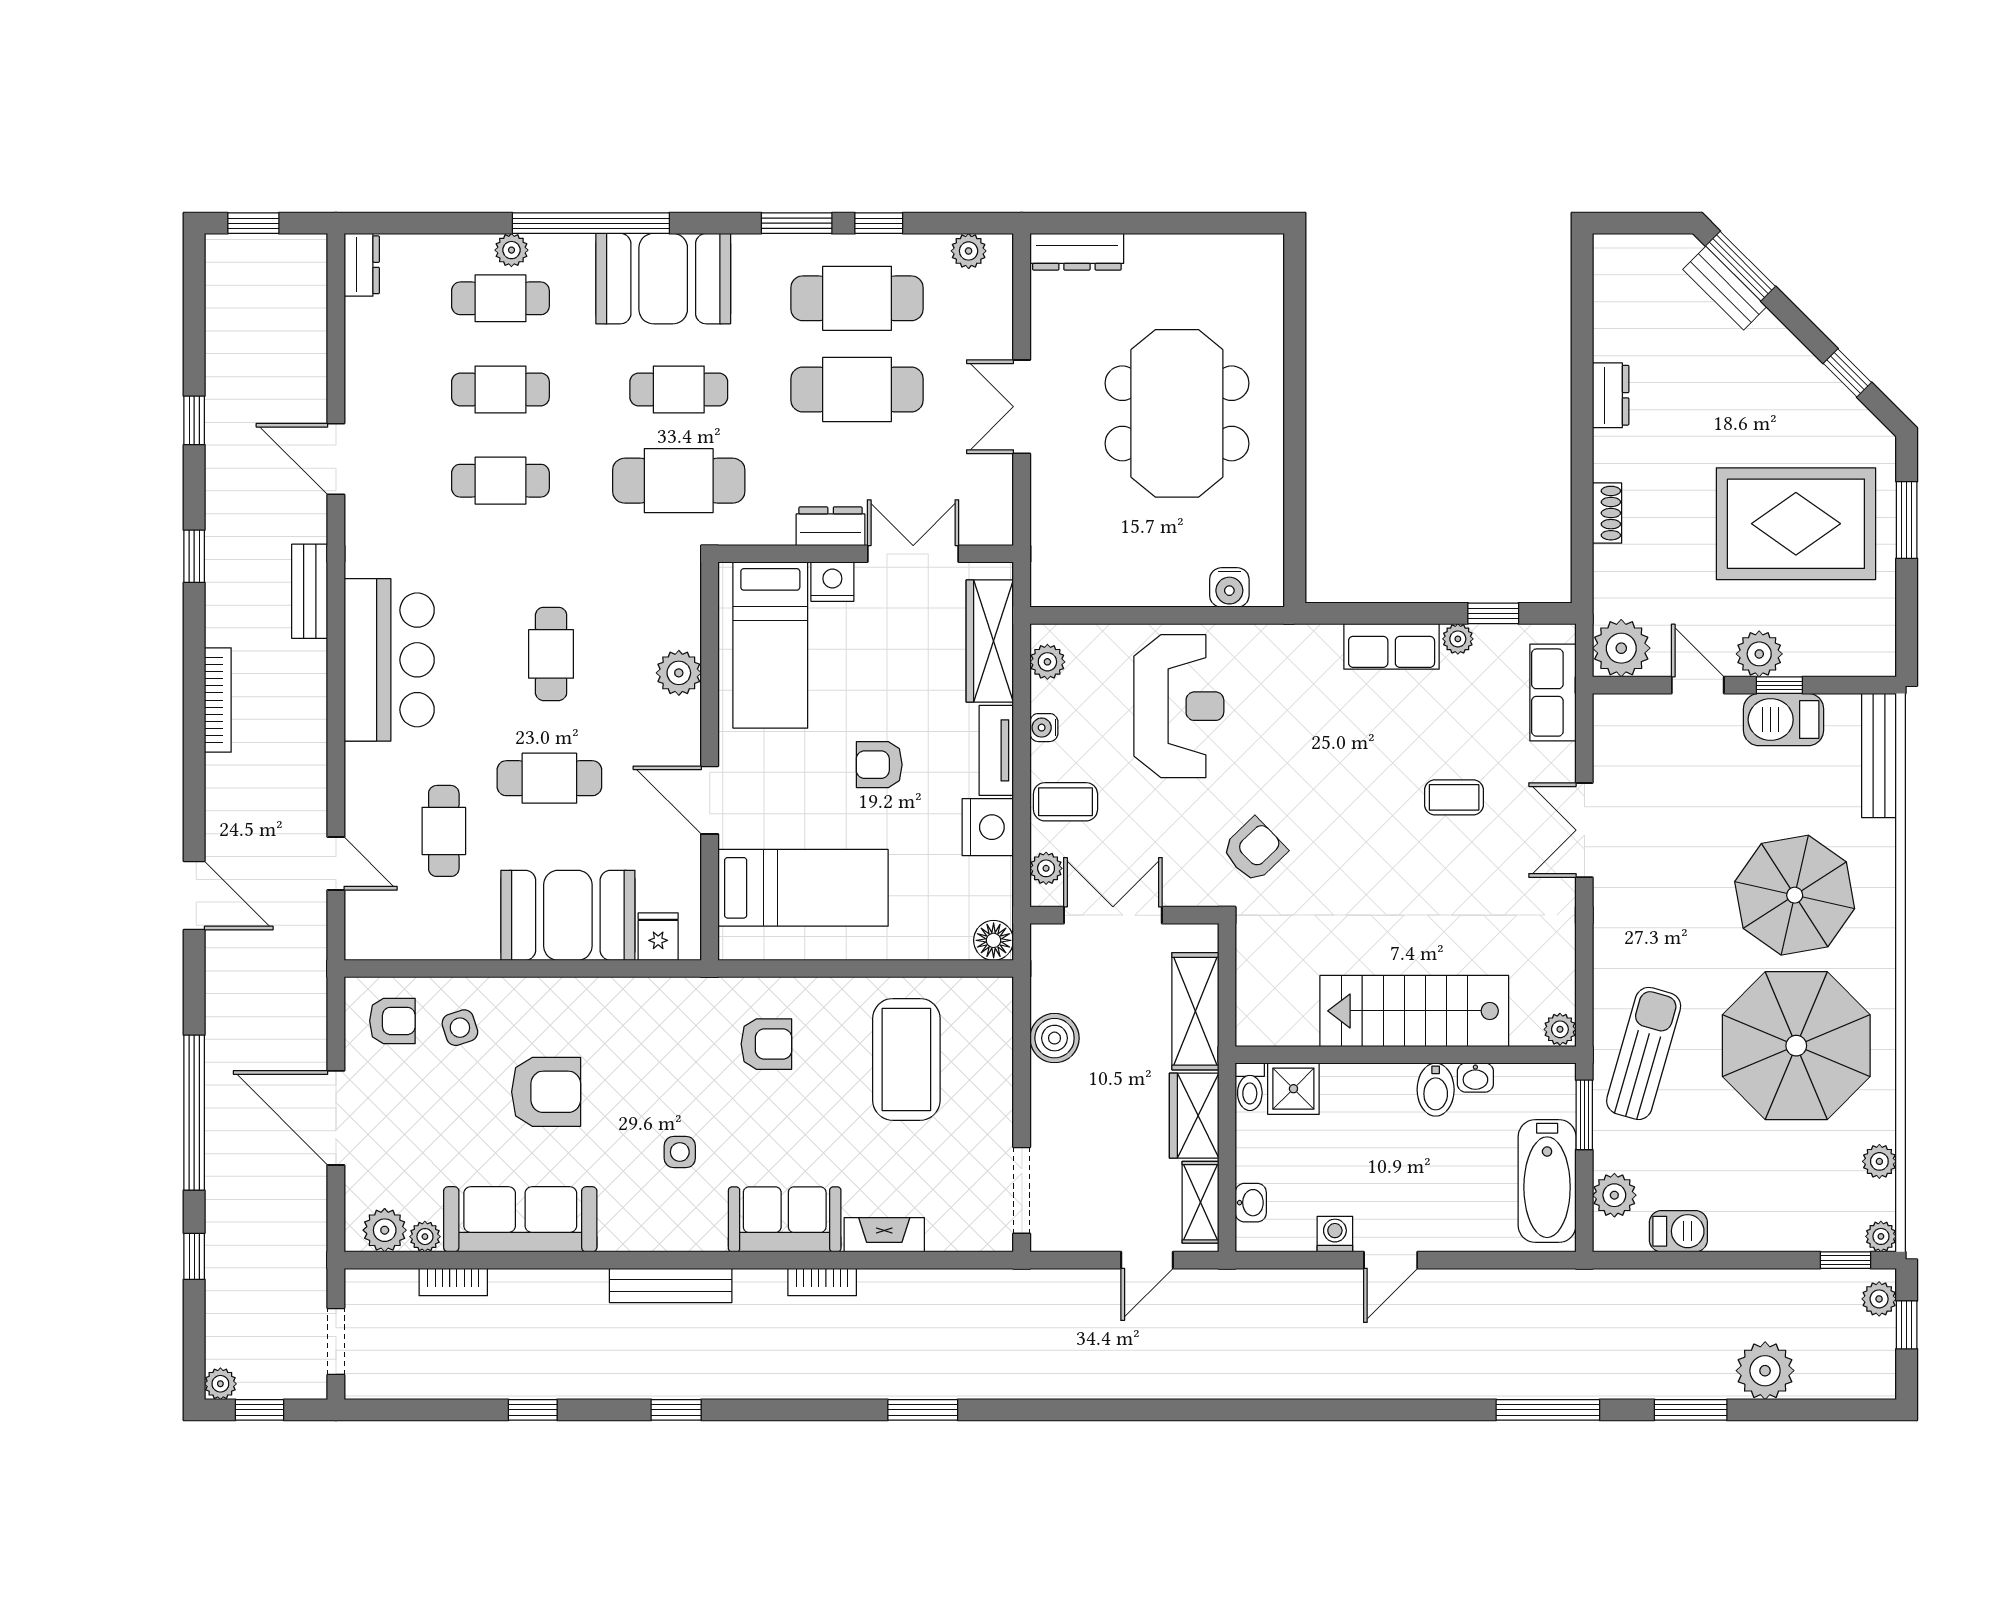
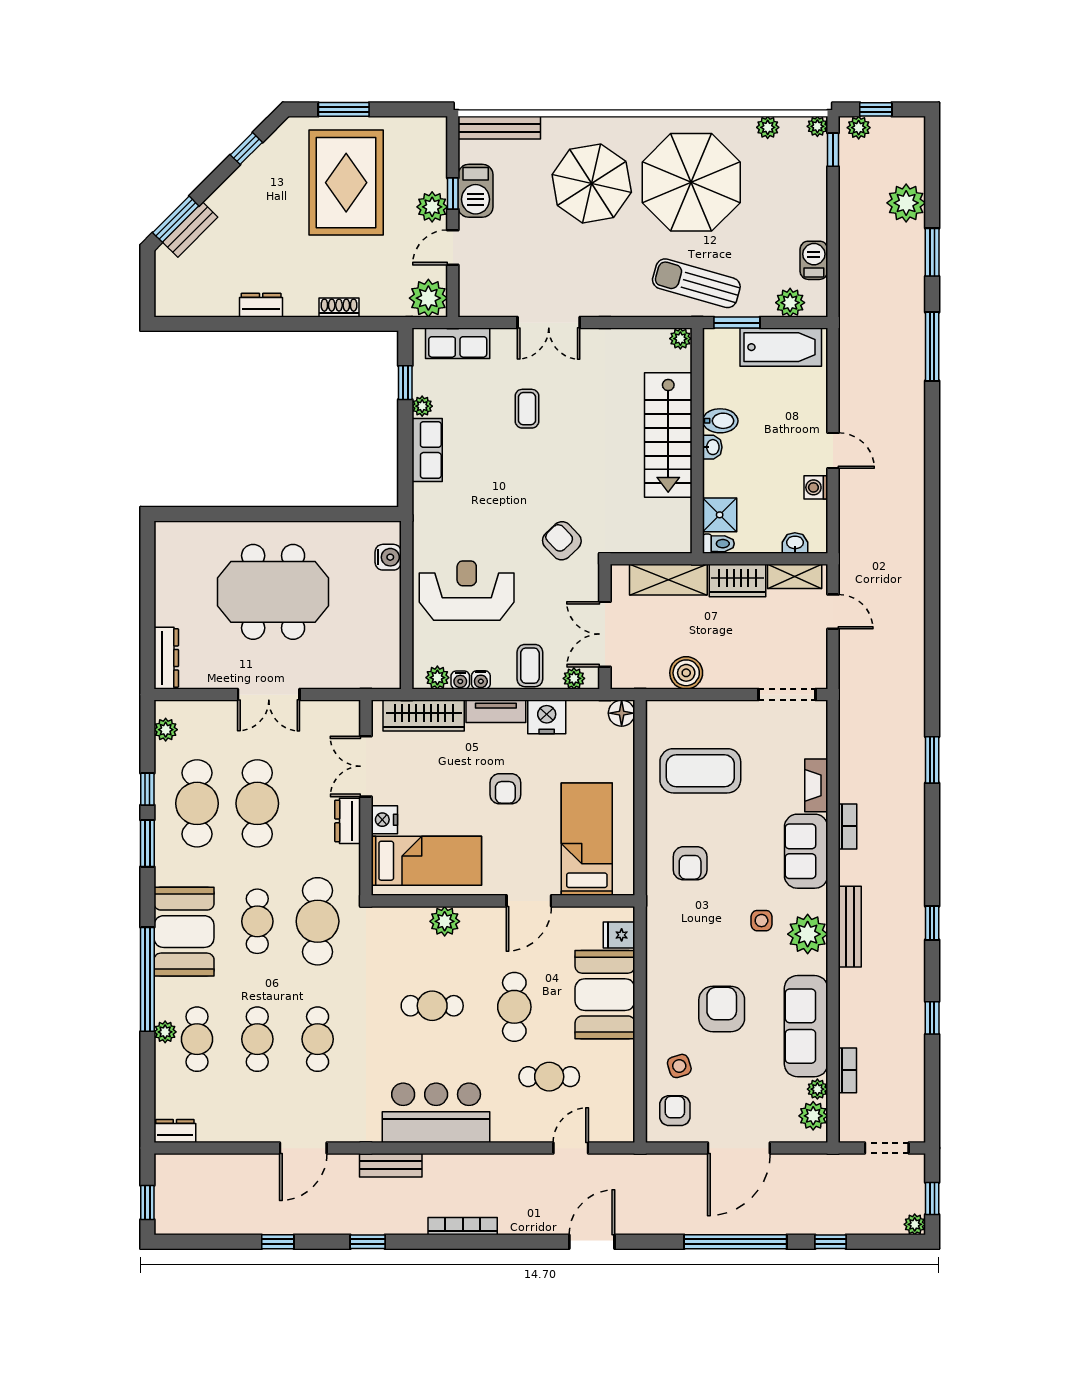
water cooler: (1044, 696) -> (460, 680), added
armchair: (766, 1044) -> (690, 863), turned 180
washbasin: (1475, 1078) -> (712, 447), moved
plant: (659, 1222) -> (808, 934), added

